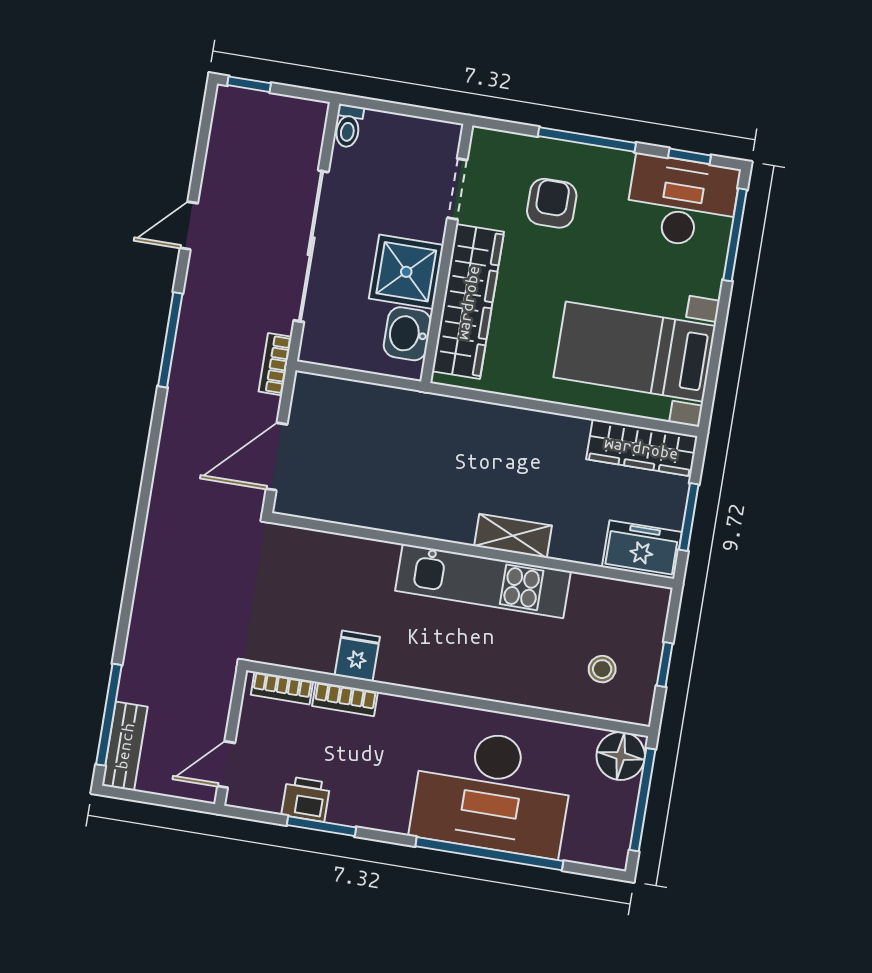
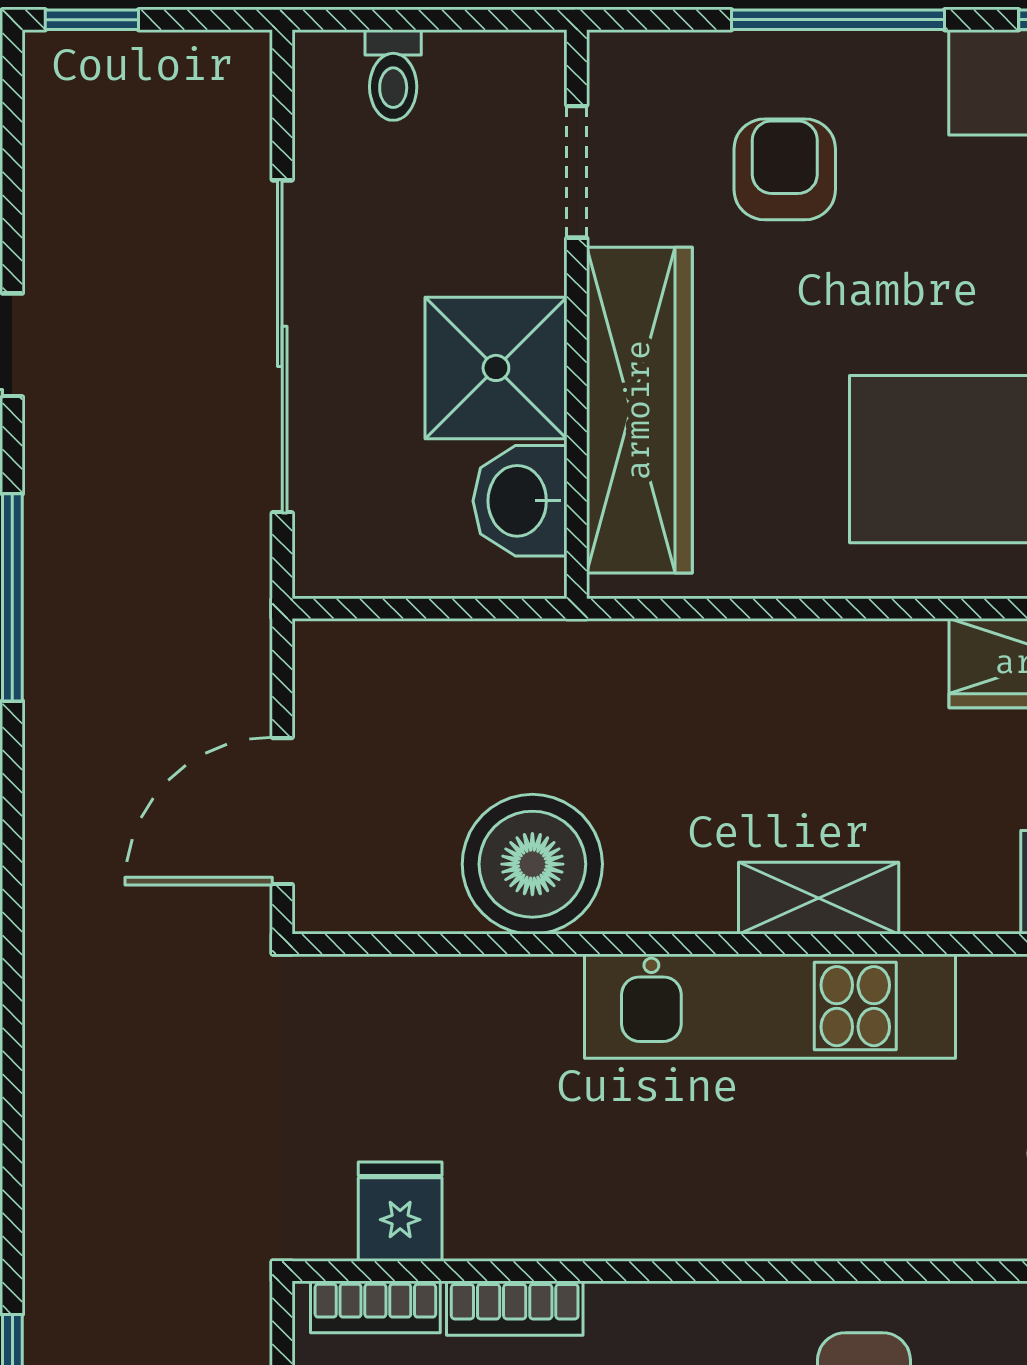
toilet: (348, 126) -> (393, 75), moved
bookcase: (275, 364) -> (246, 613), removed
boiler: (386, 499) -> (532, 864), added
fridge: (357, 656) -> (400, 1212), moved

